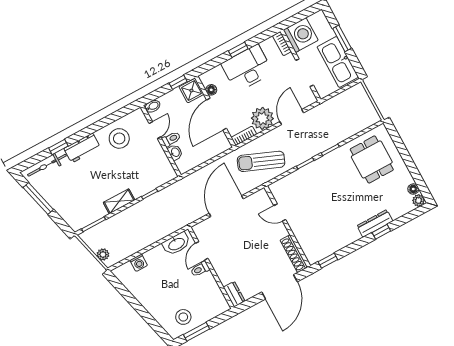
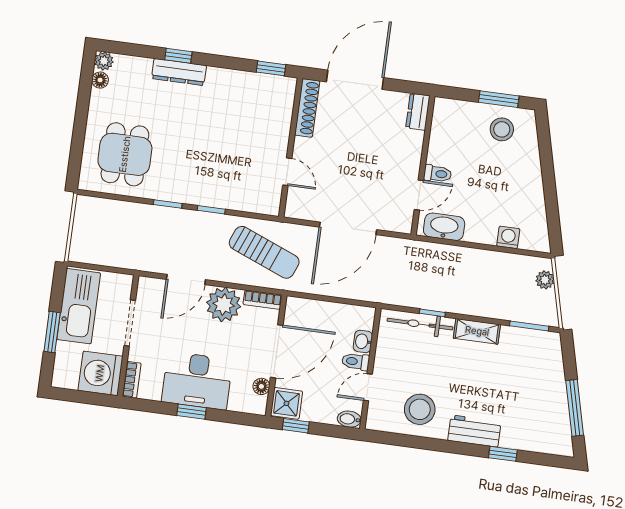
bicycle: (47, 165) -> (420, 324), moved, turned 180

